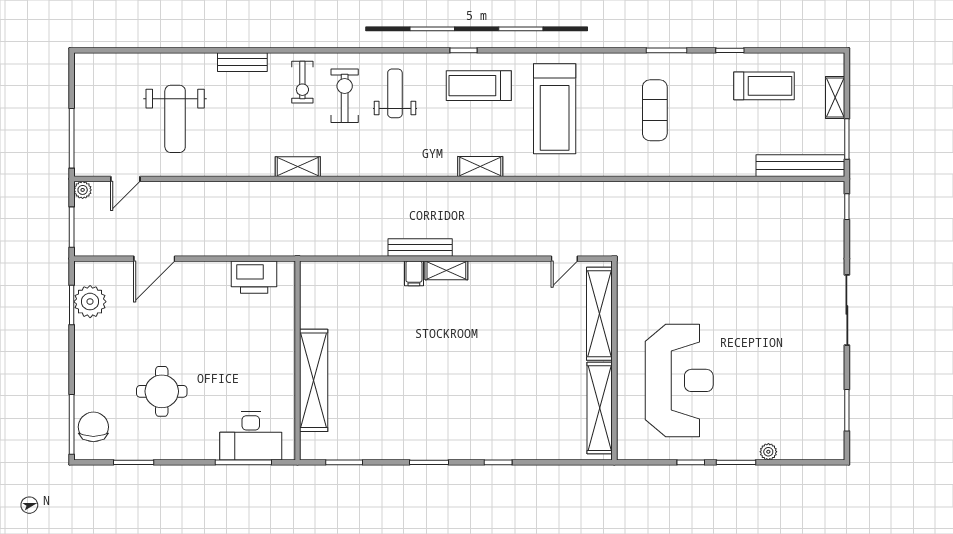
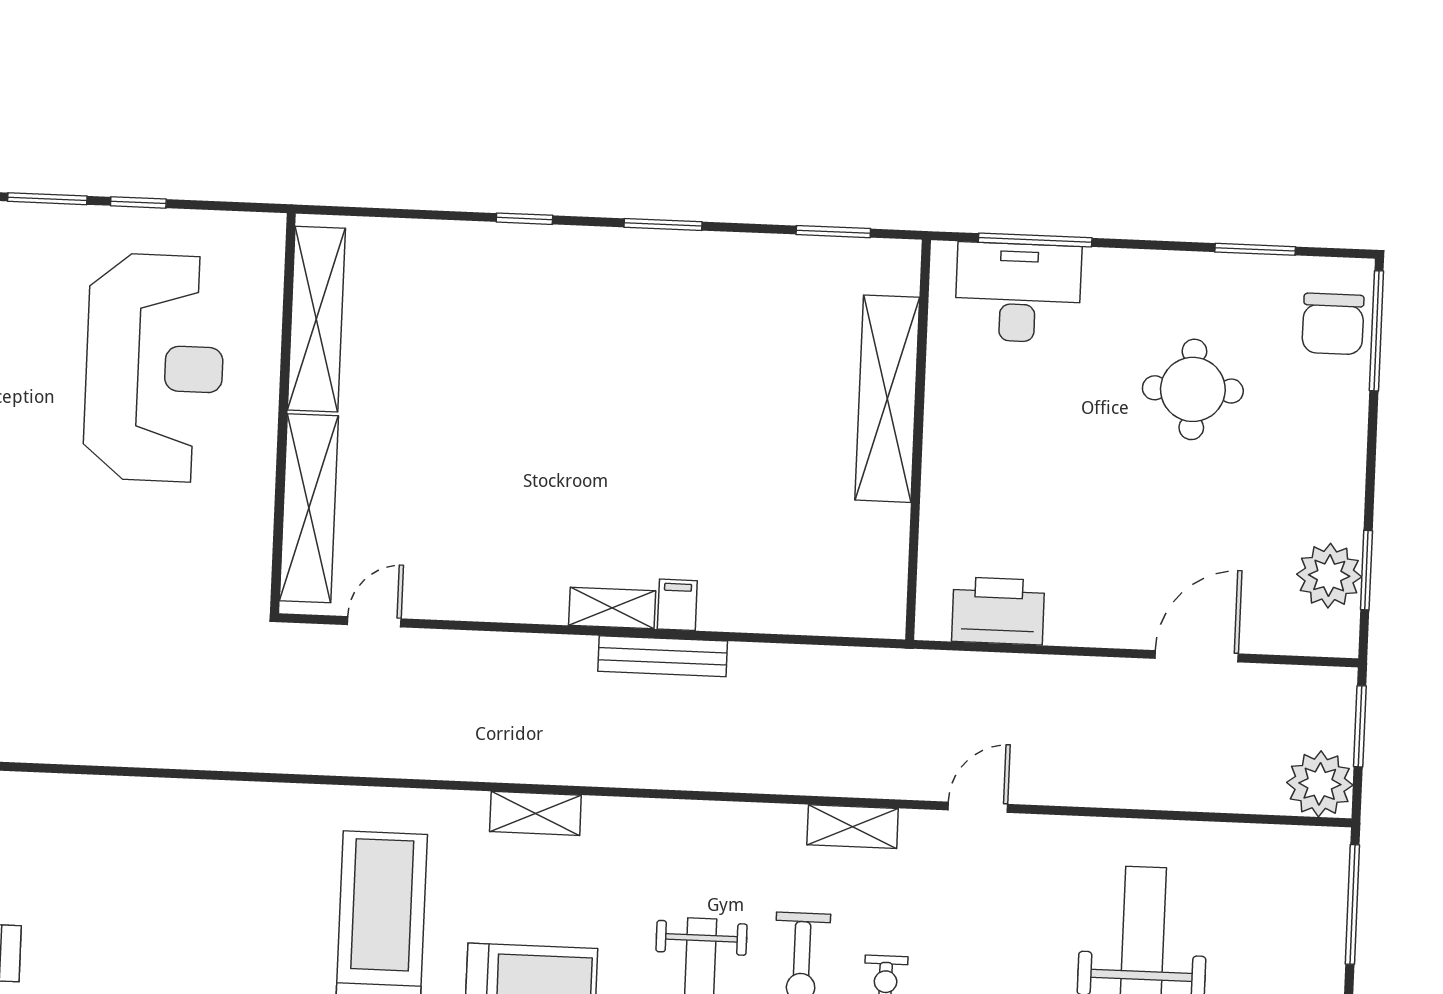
exercise mat: (655, 110) -> (181, 912), removed
shelving: (298, 167) -> (853, 827), moved
door: (125, 179) -> (978, 807), moved
plant: (83, 190) -> (1320, 784), width x1.88, depth x1.88
reception desk: (679, 380) -> (154, 368), turned 180

